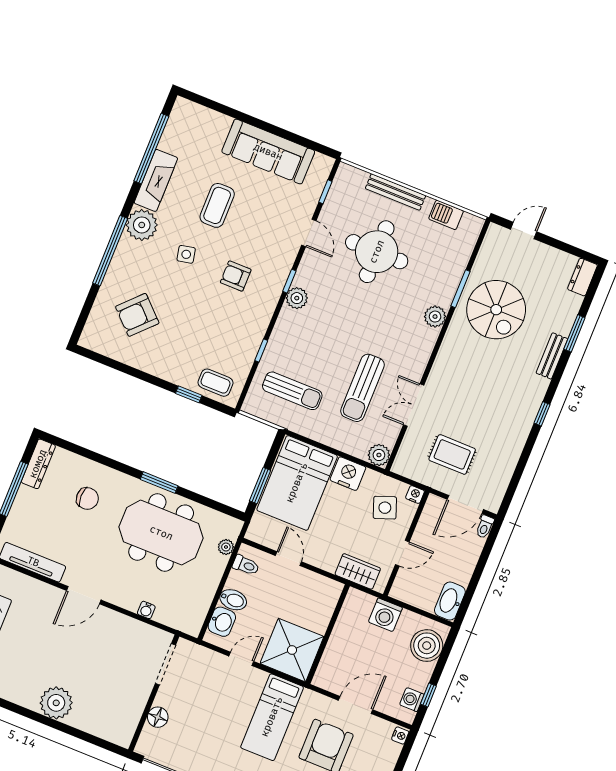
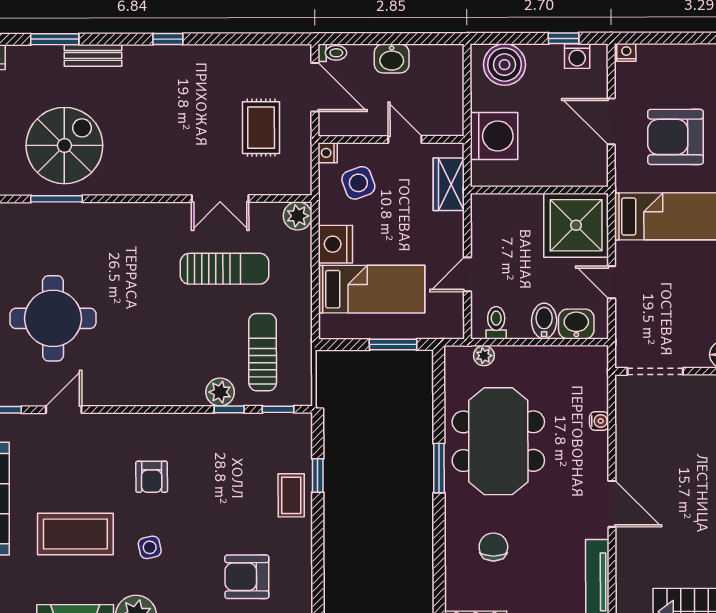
coffee table: (217, 205) -> (75, 534), width x1.36, depth x1.32
window: (289, 281) -> (278, 409), moved
plant: (297, 298) -> (220, 392), moved
armchair: (137, 315) -> (247, 577), turned 136
plant: (435, 317) -> (103, 216), removed
coffee table: (216, 383) -> (291, 495), moved
bed: (297, 483) -> (372, 289), width x0.67
washbasin: (450, 601) -> (392, 58), moved, width x0.72
washing machine: (385, 615) -> (494, 136), width x1.37, depth x1.37

